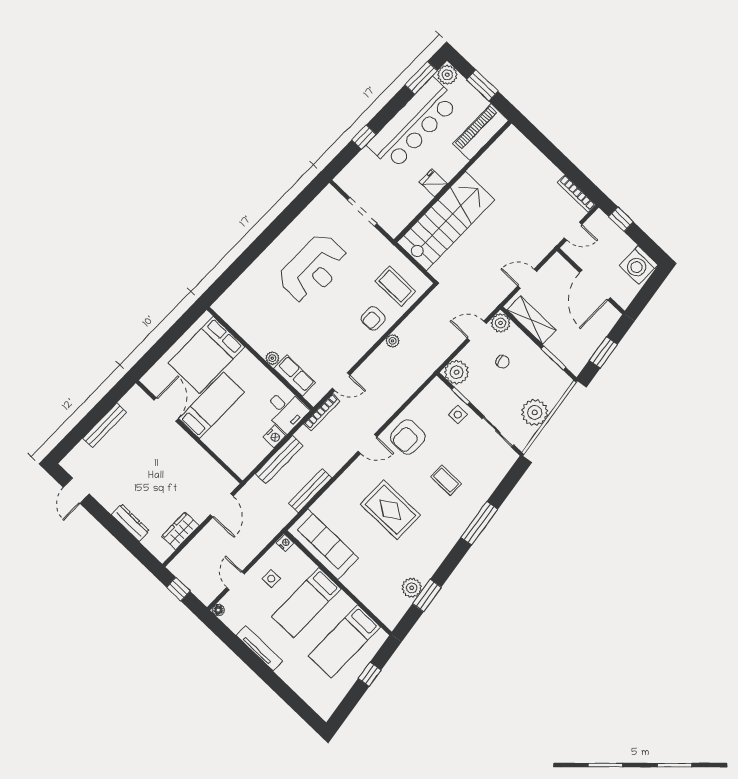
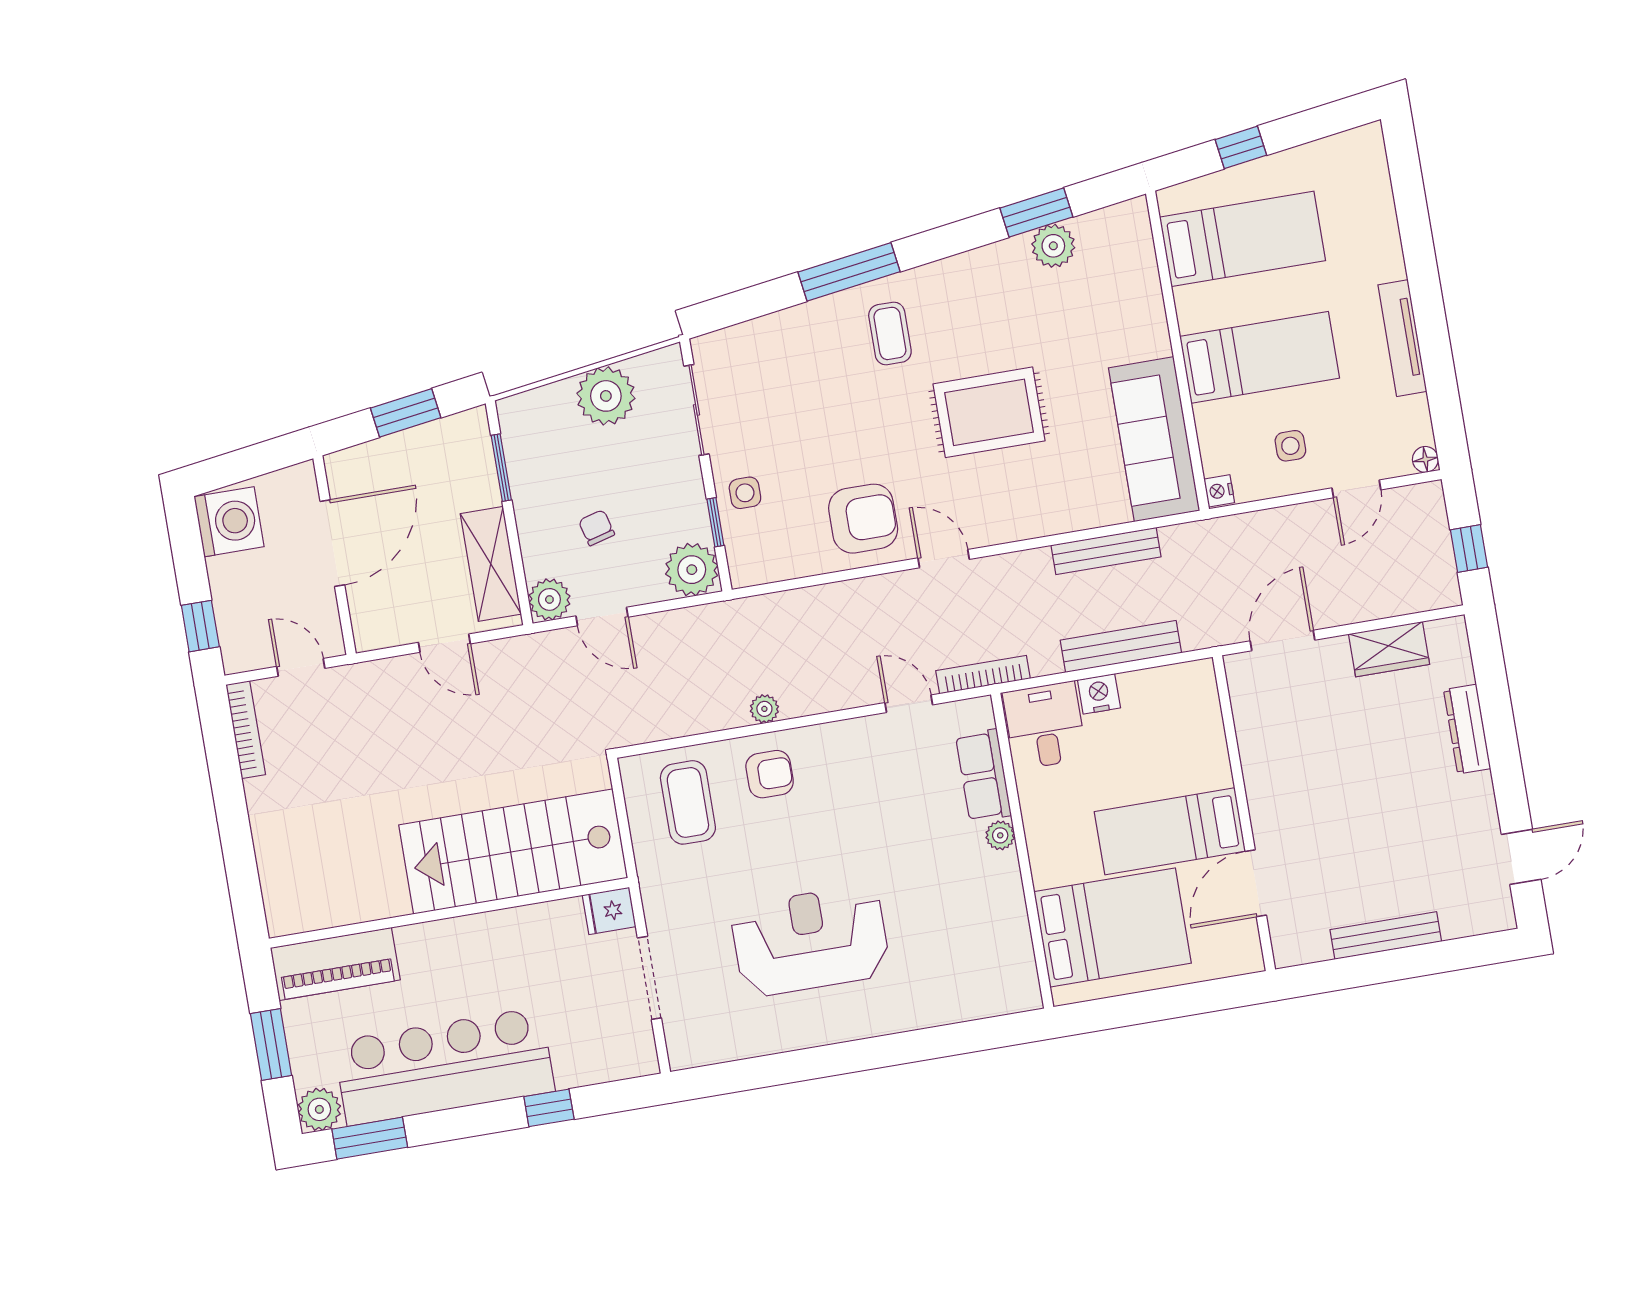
fridge: (433, 183) -> (609, 911), moved, turned 90
coffee table: (446, 480) -> (890, 333), moved
rug: (390, 510) -> (989, 412), turned 90

